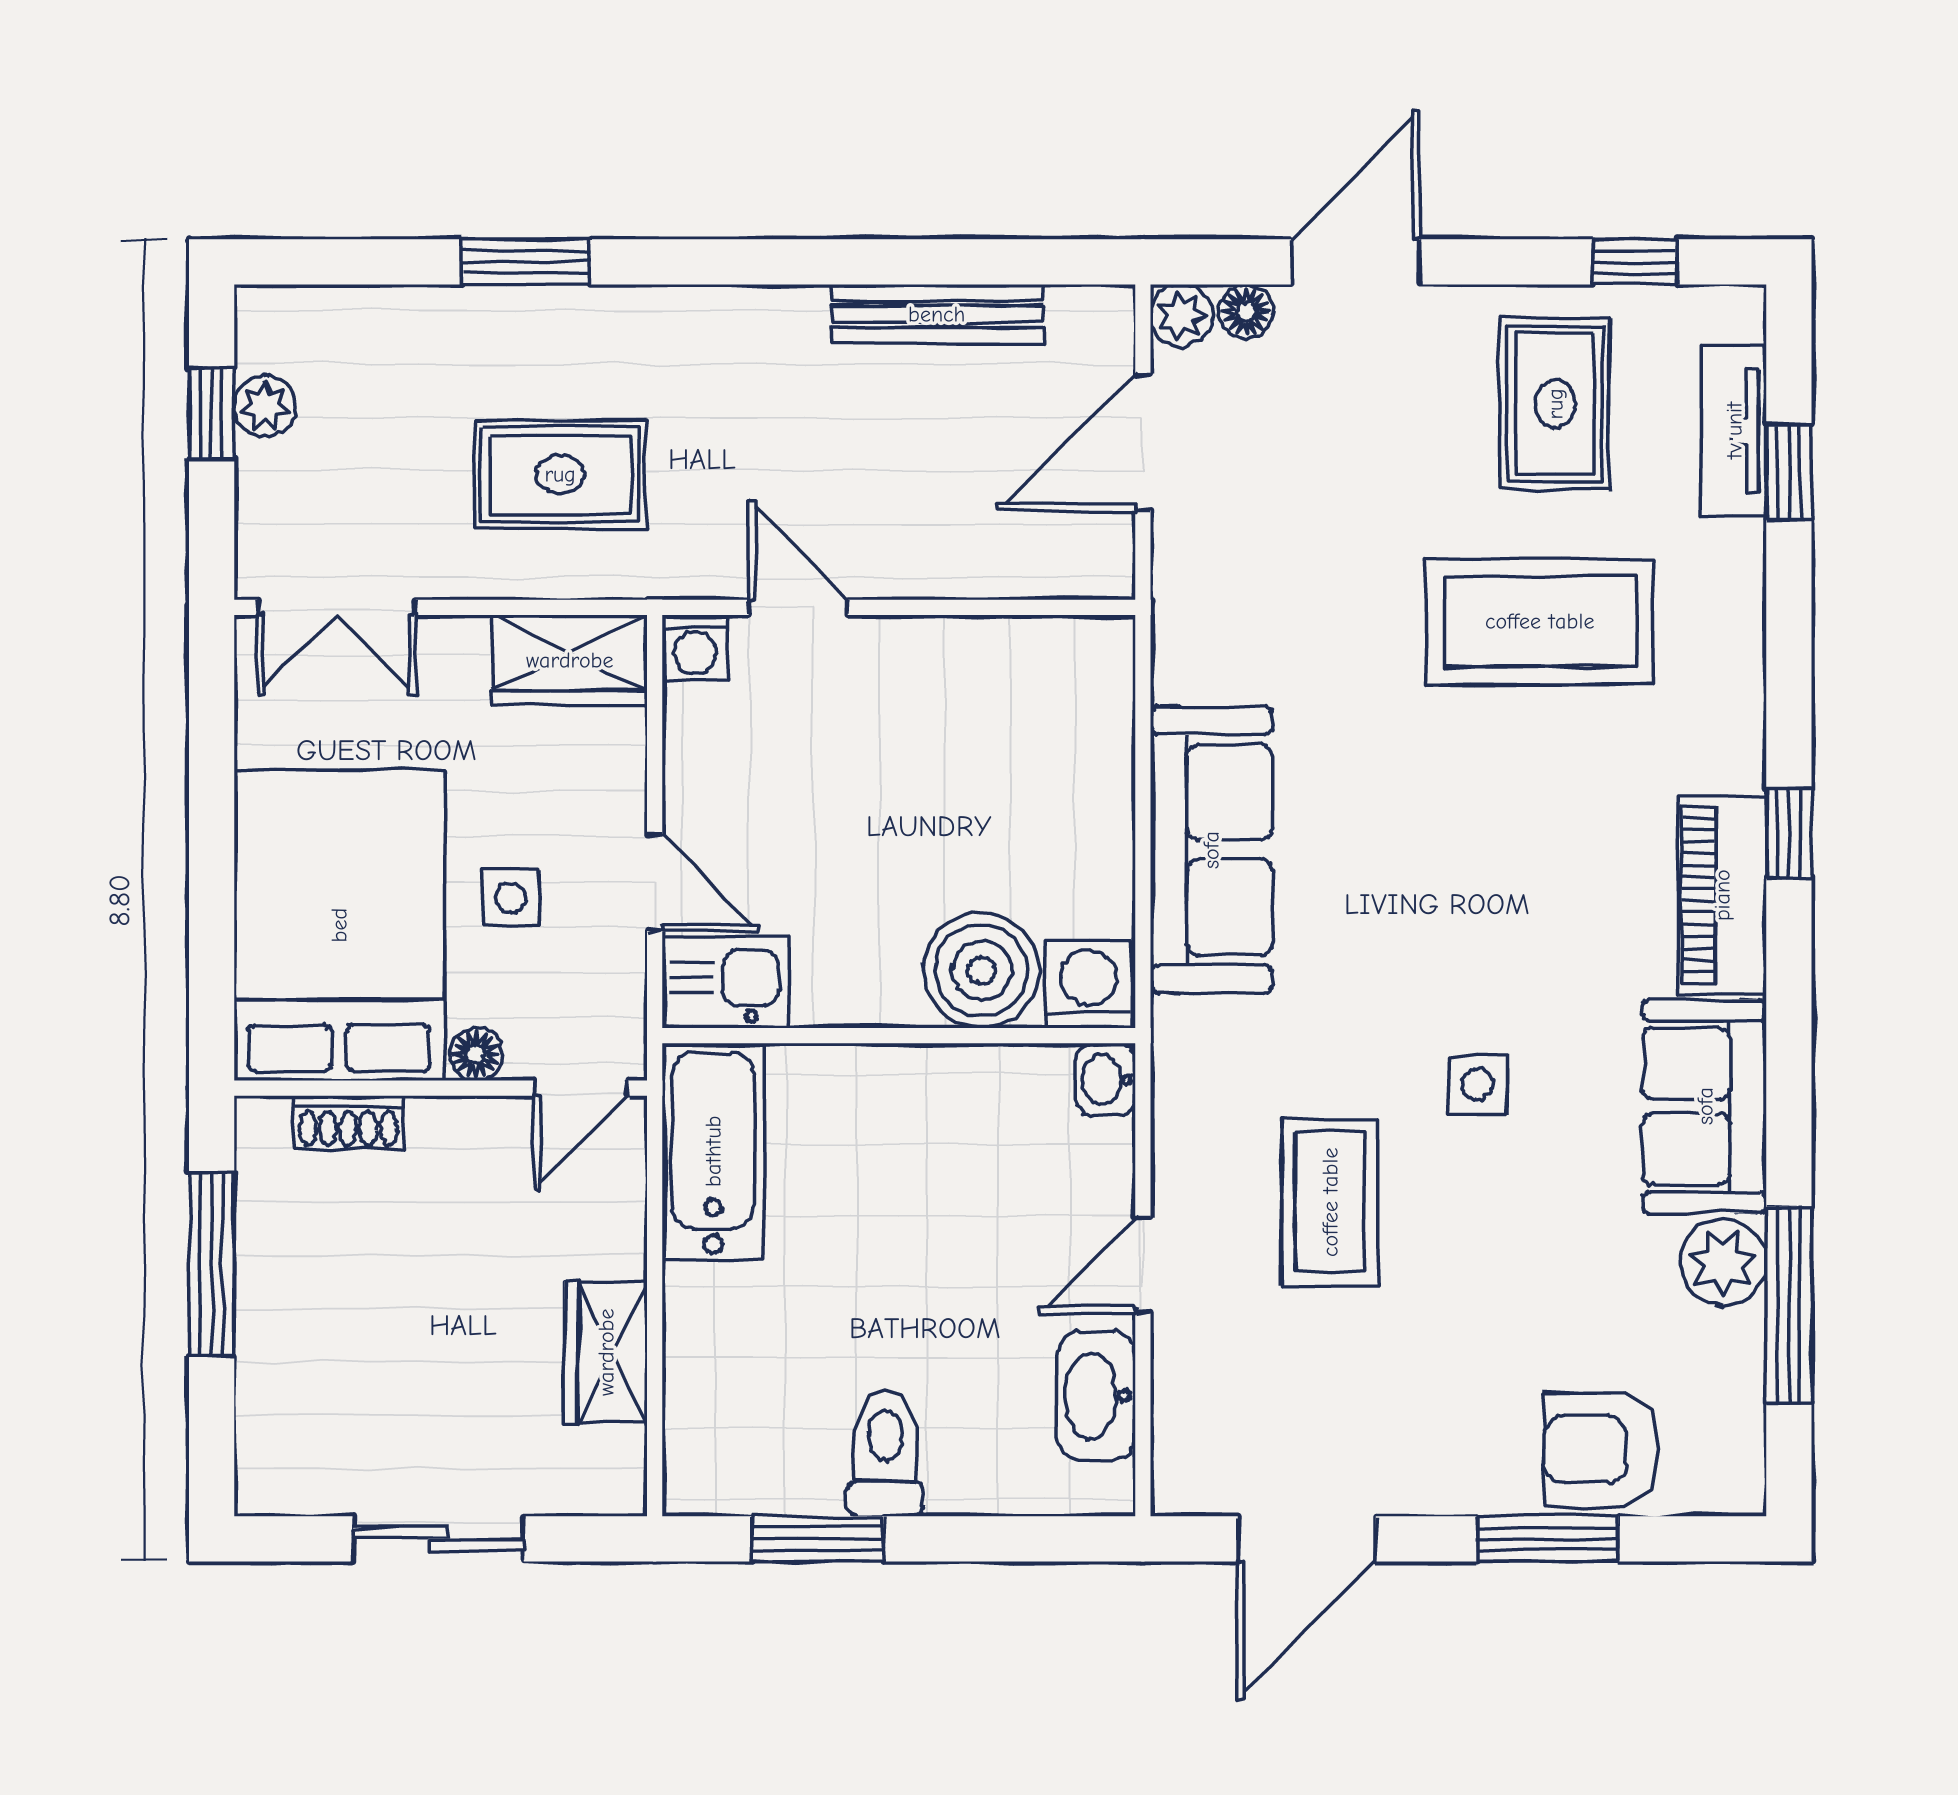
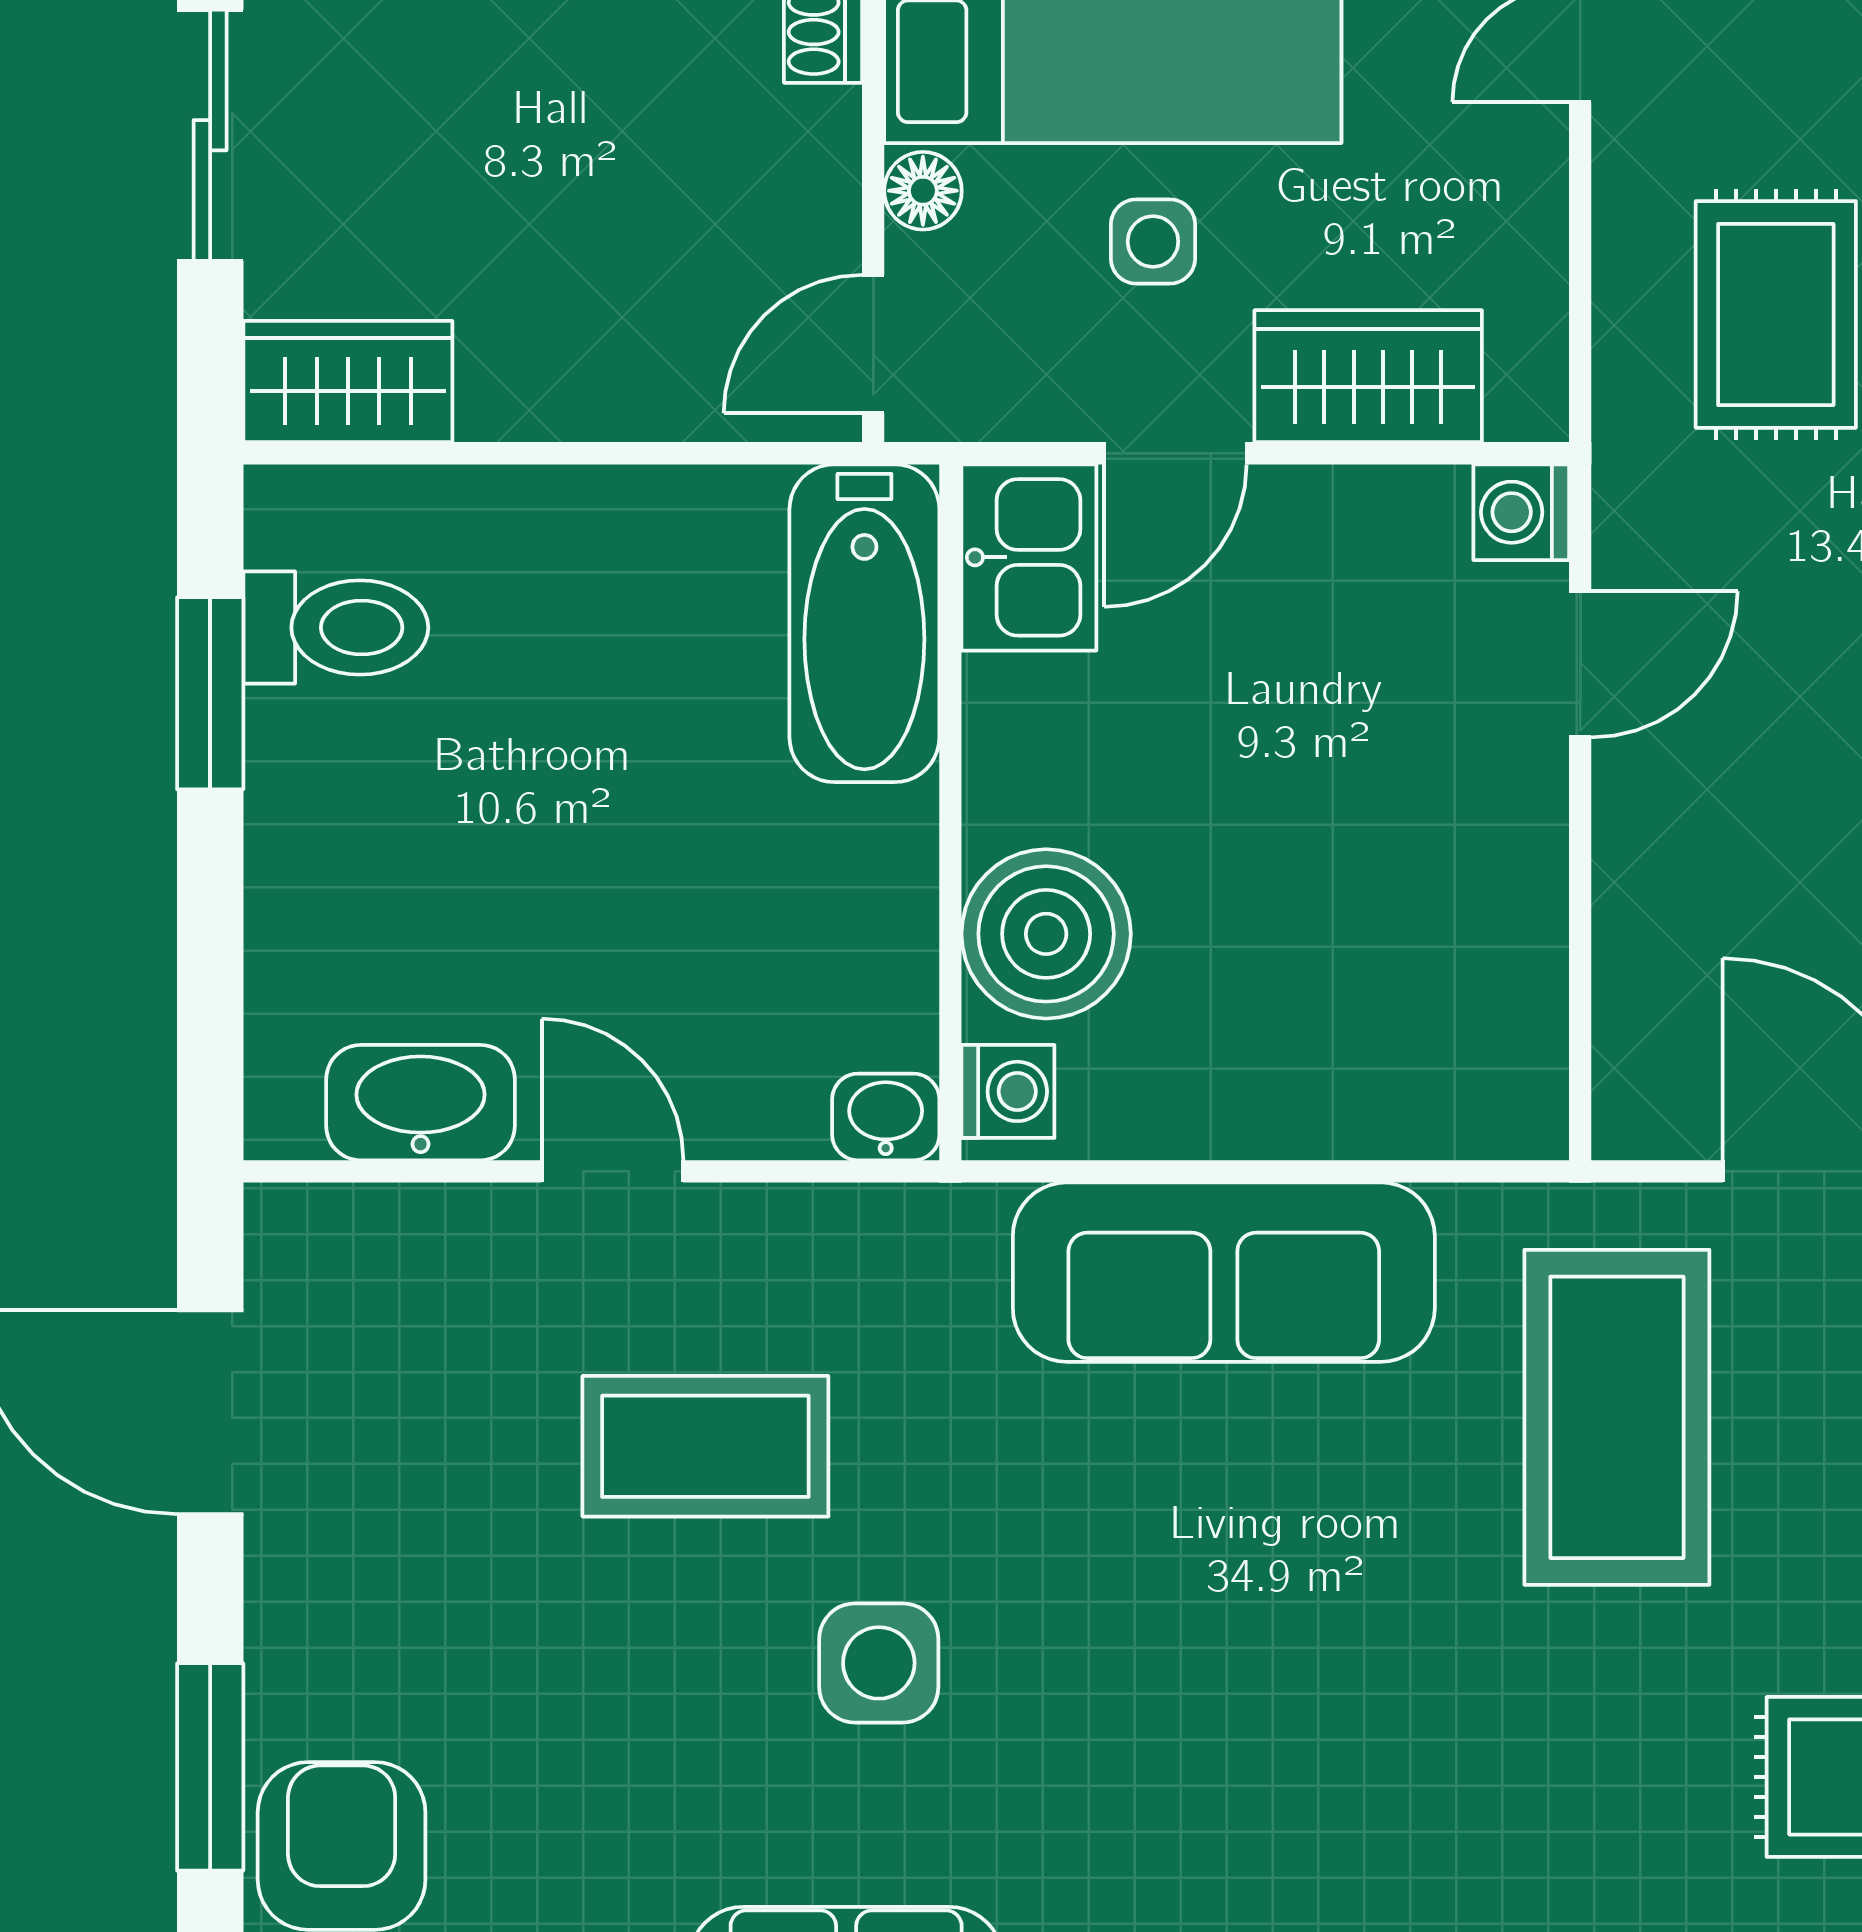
coffee table: (1540, 621) -> (1617, 1417), moved
wardrobe: (570, 660) -> (1368, 376), moved, turned 90
washing machine: (1089, 984) -> (1008, 1091), width x0.73, depth x0.73
side table: (1477, 1084) -> (879, 1663), width x1.37, depth x1.37
door: (581, 1088) -> (873, 344), hinge flipped
bathtub: (713, 1151) -> (864, 623), moved, turned 90
wardrobe: (606, 1352) -> (348, 382), moved
toilet: (885, 1453) -> (336, 628), moved

